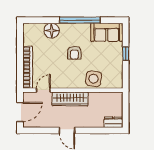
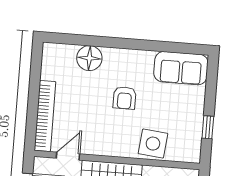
window: (80, 20) -> (138, 44), removed
window: (126, 54) -> (208, 127), moved

